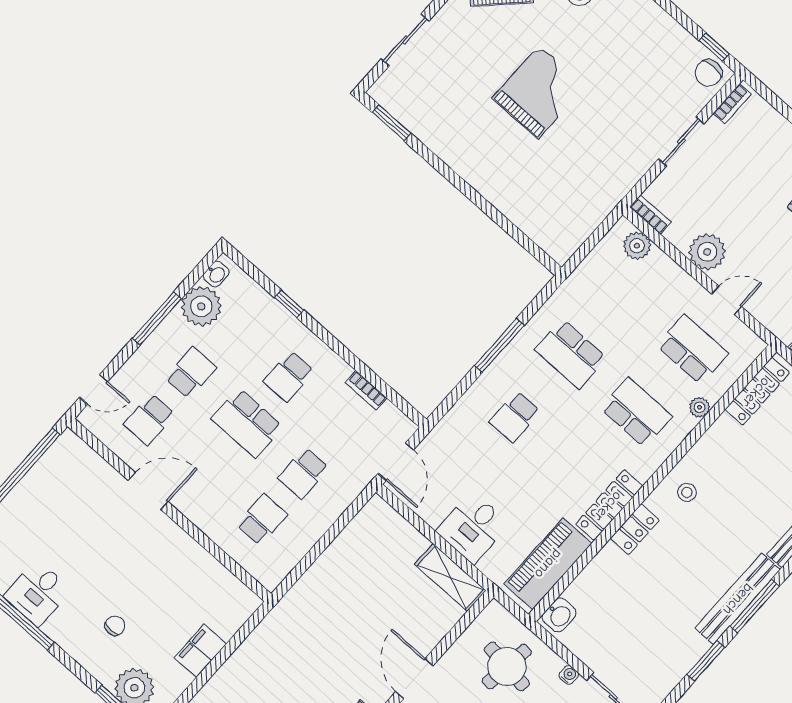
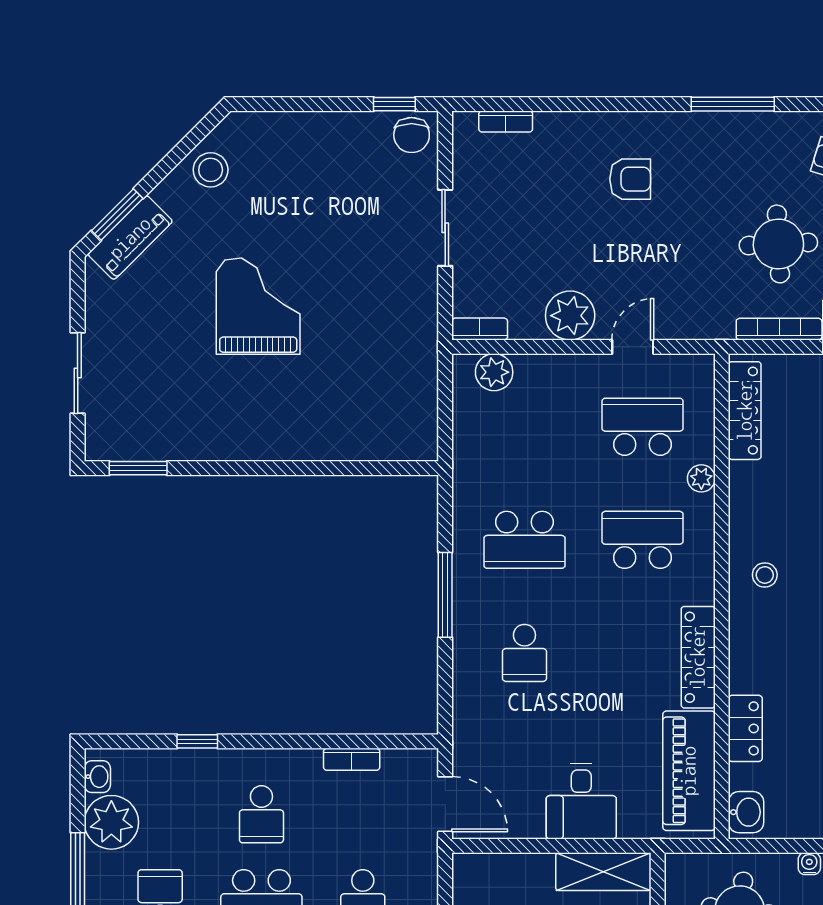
bookcase: (732, 104) -> (506, 121), moved, turned 90
locker: (635, 529) -> (745, 728), moved

